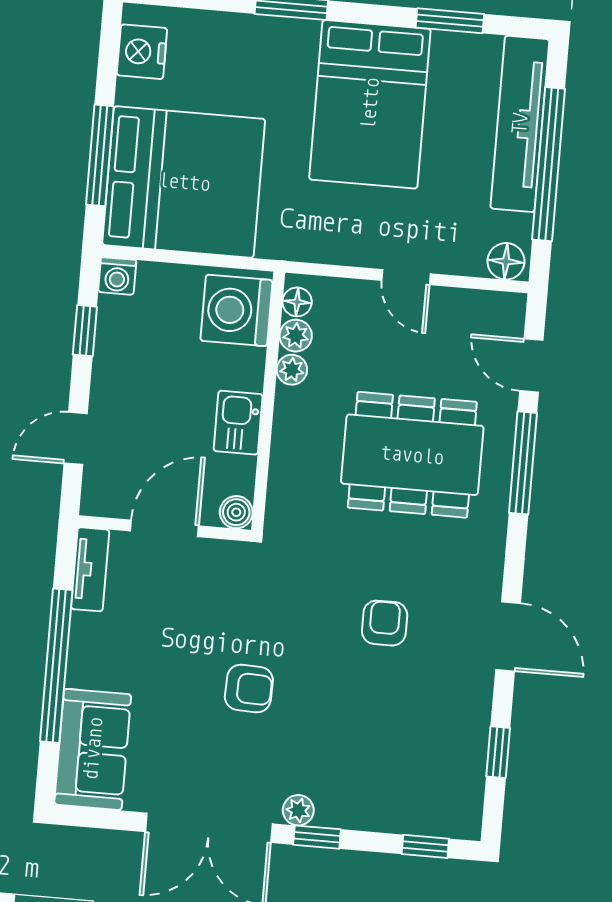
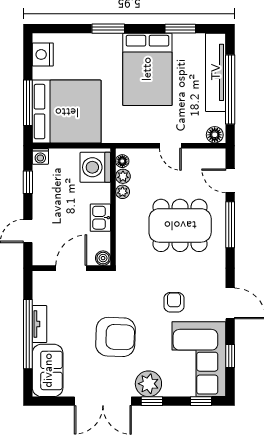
tv unit: (90, 569) -> (39, 324), moved
armchair: (249, 688) -> (116, 337), width x1.88, depth x1.88
corner sofa: (429, 753) -> (199, 359), added
plant: (298, 810) -> (148, 384), width x1.87, depth x1.87

